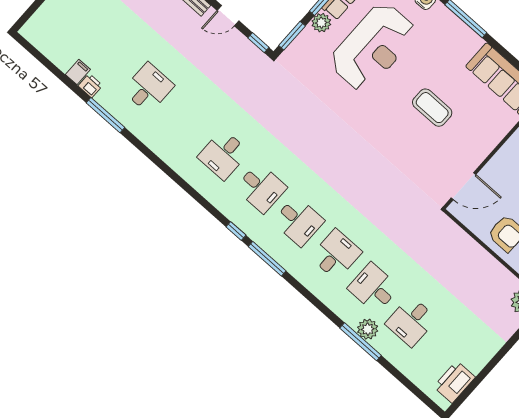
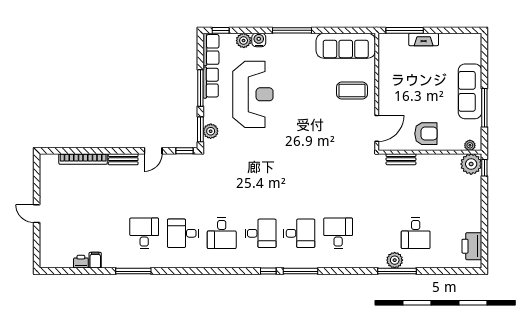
plant: (321, 23) -> (211, 131), moved
printer: (90, 86) -> (81, 262), moved
coffee table: (432, 108) -> (352, 91), moved
bench: (461, 237) -> (401, 159), added
desk: (374, 288) -> (183, 233), moved

